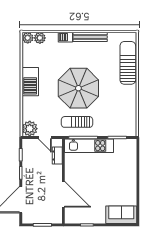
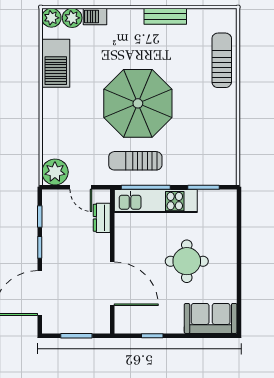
barbecue: (65, 37) -> (95, 17), moved
bench: (90, 37) -> (165, 16), width x0.73
sun lounger: (128, 63) -> (222, 60), width x0.73, depth x0.75
barbecue: (30, 82) -> (56, 63), moved
round table: (107, 181) -> (187, 261), added

